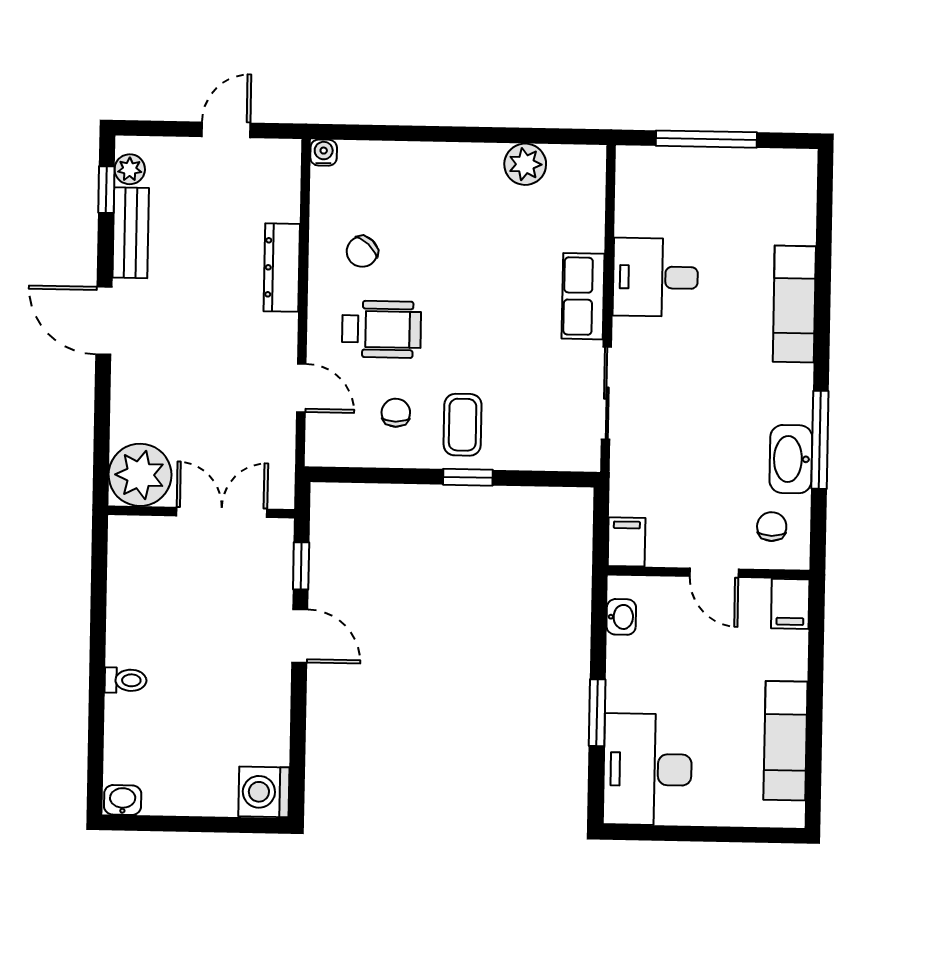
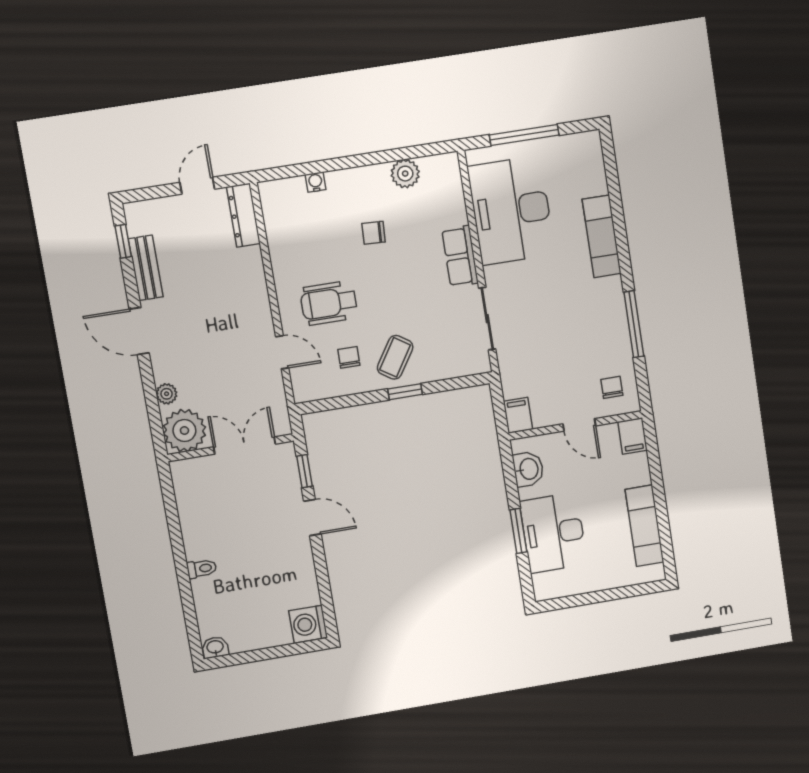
water cooler: (324, 153) -> (315, 182), moved
plant: (130, 169) -> (167, 394), moved
chair: (362, 252) -> (374, 233), moved, turned 50
dresser: (282, 268) -> (243, 215), moved
desk: (655, 277) -> (511, 210), width x1.87, depth x1.30
wheelchair: (381, 329) -> (329, 303), turned 180
coffee table: (463, 425) -> (395, 357), turned 33
washbasin: (791, 459) -> (617, 340), removed
washbasin: (621, 617) -> (528, 469), width x1.38, depth x1.45
desk: (648, 769) -> (553, 533), moved

